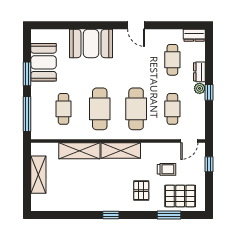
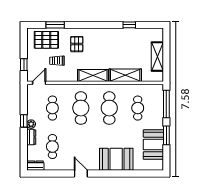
window: (111, 215) -> (129, 25), moved

